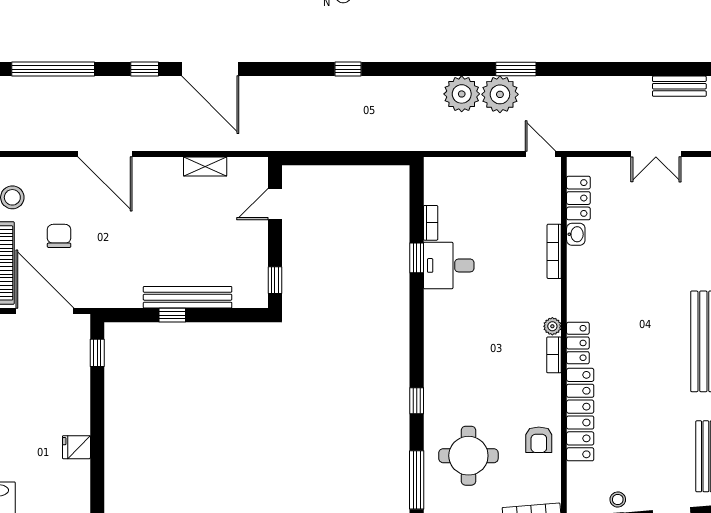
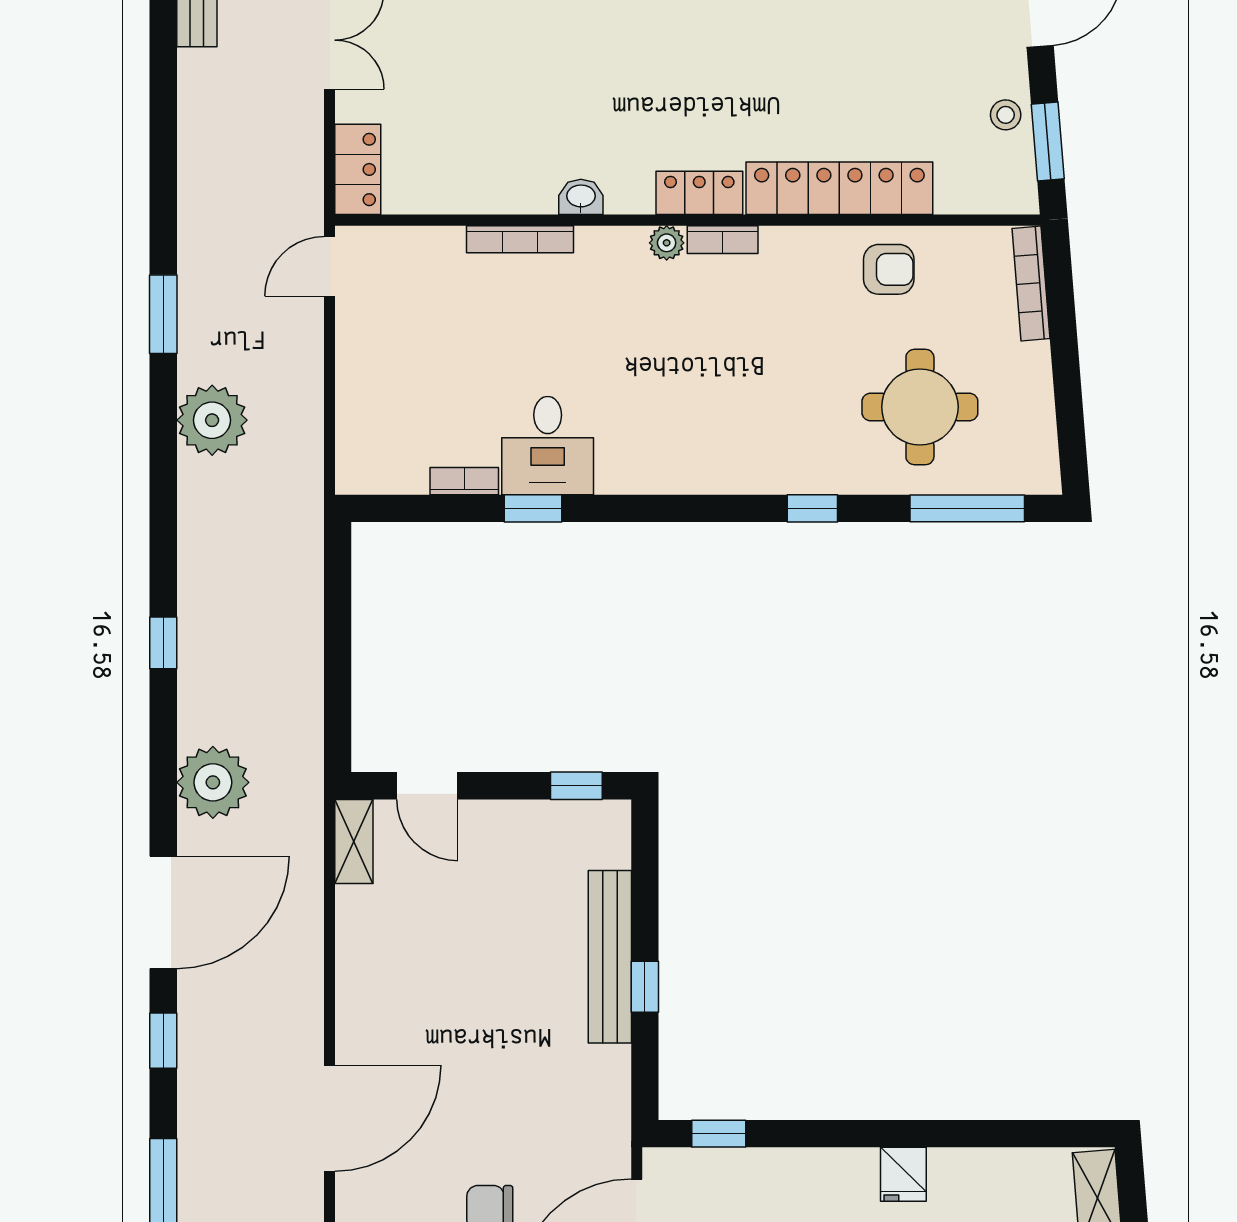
plant: (500, 94) -> (213, 782), moved
shelving: (205, 166) -> (354, 841), moved
locker: (578, 198) -> (358, 169), moved, turned 90
washbasin: (576, 234) -> (581, 197), moved

